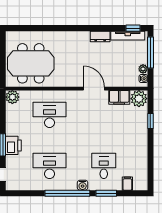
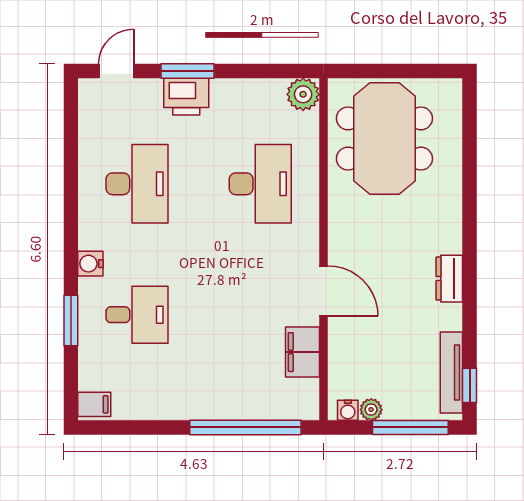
dresser: (100, 36) -> (449, 279), moved
door: (94, 89) -> (324, 291), hinge flipped
plant: (139, 99) -> (299, 399), removed
window: (150, 121) -> (245, 427), width x3.17
filing cabinet: (127, 184) -> (94, 404), moved
window: (67, 193) -> (71, 227), removed

